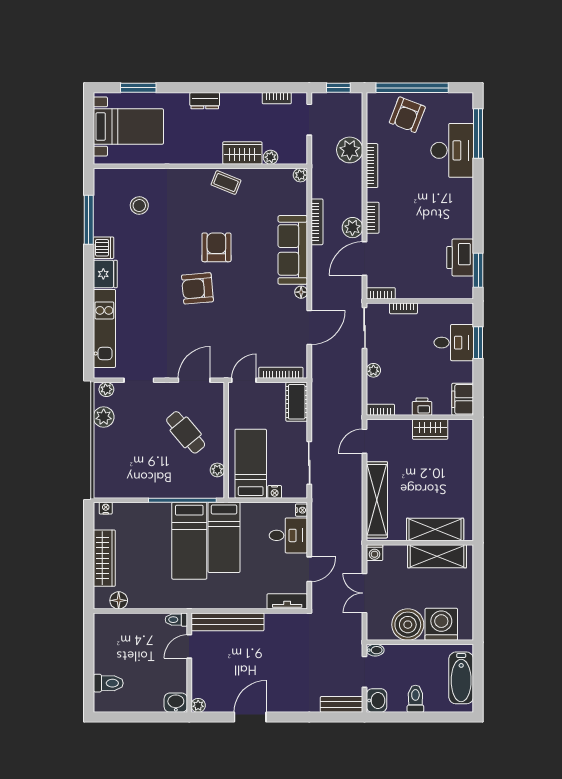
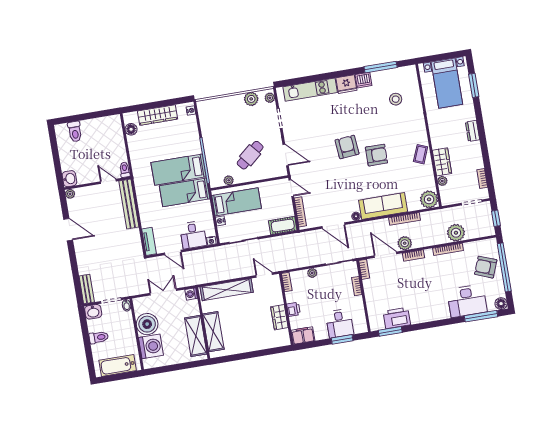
floor lamp: (465, 101) -> (501, 304), added
plant: (300, 175) -> (429, 199), width x1.88, depth x1.88

